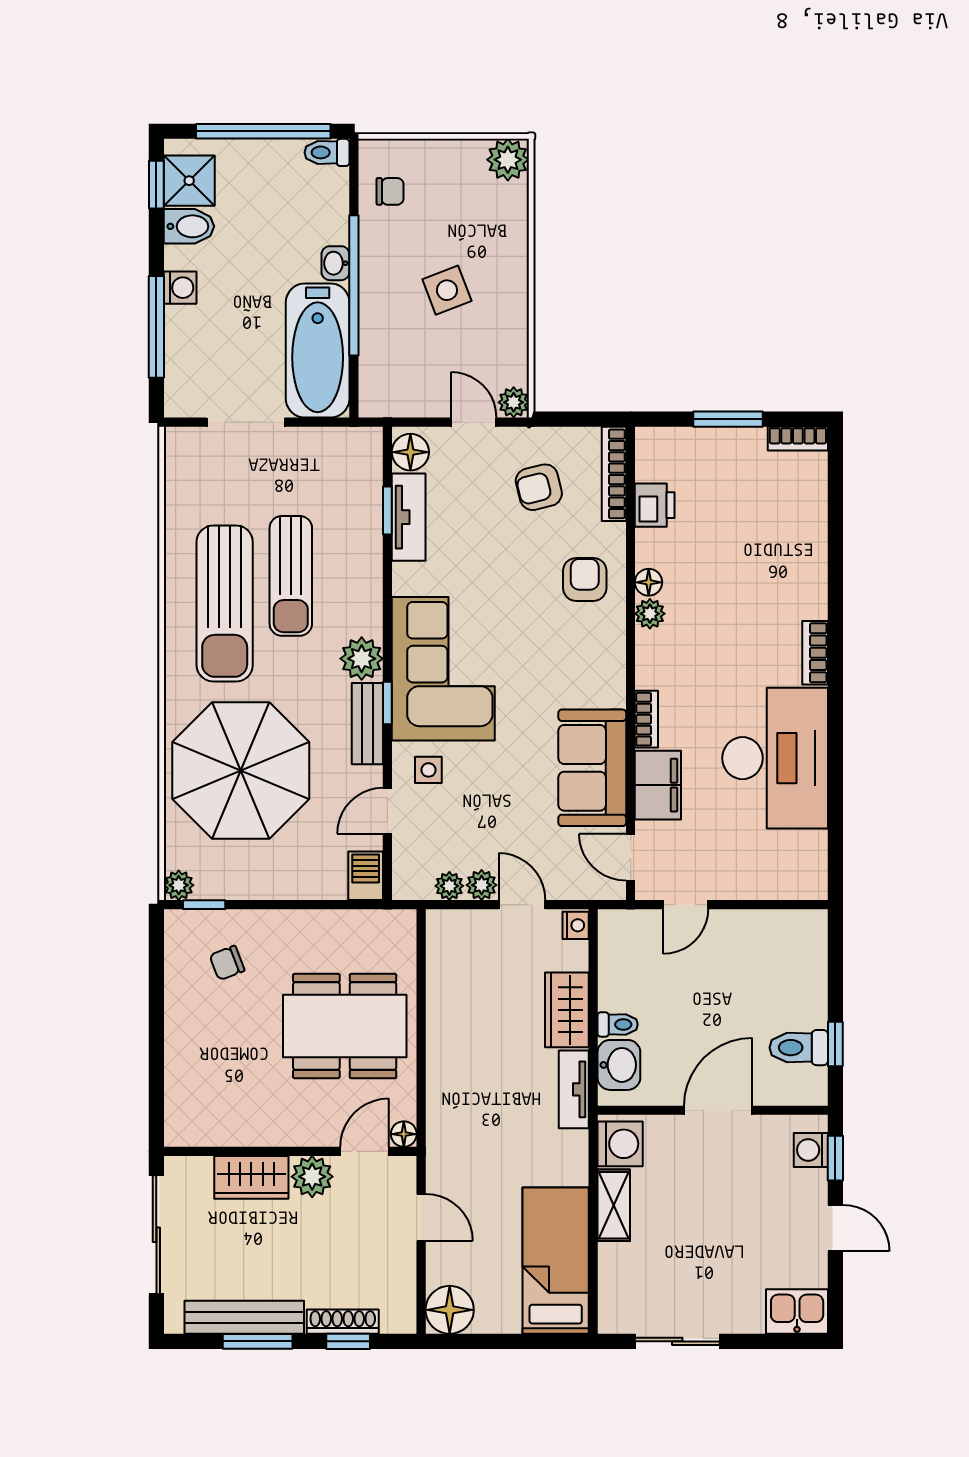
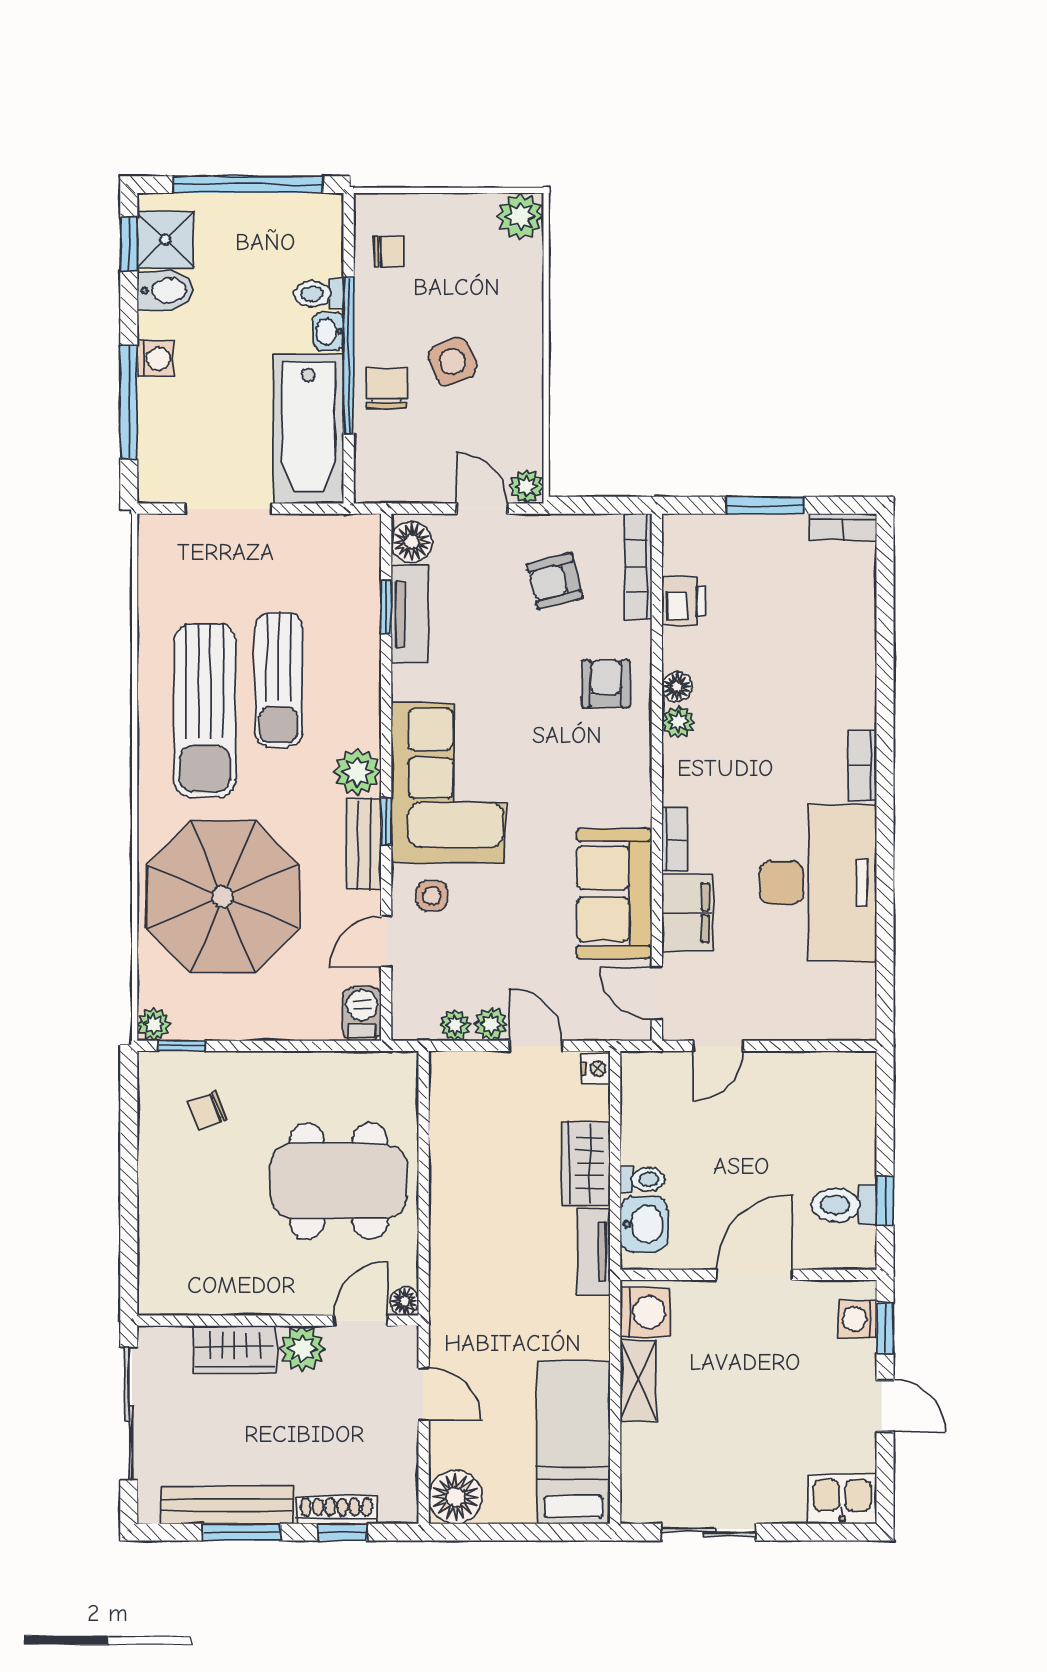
toilet: (327, 152) -> (319, 294), moved
chair: (388, 314) -> (386, 388), added

